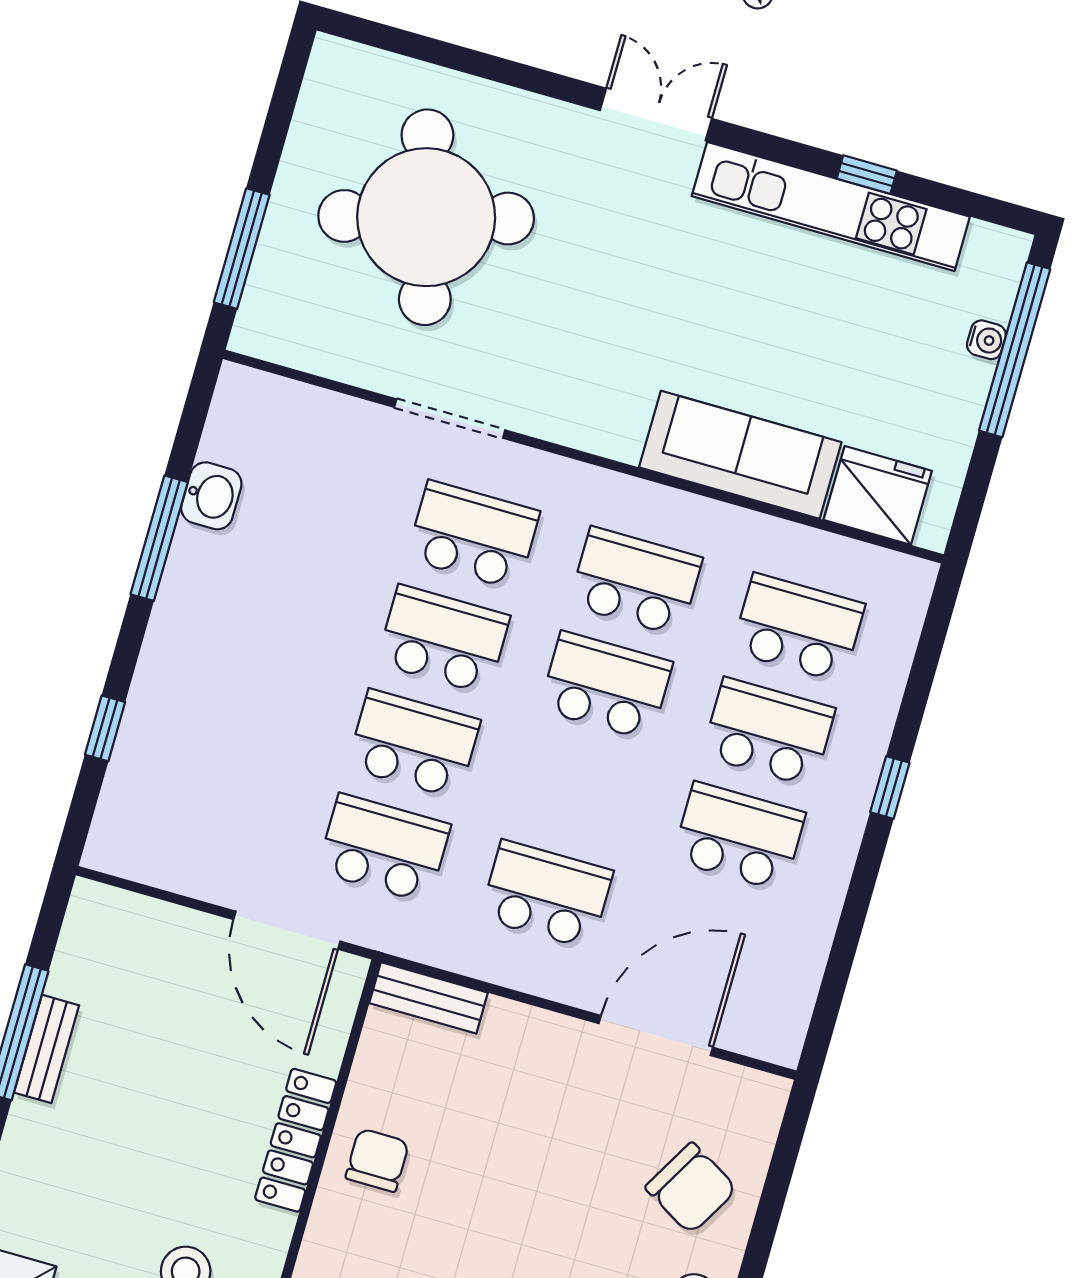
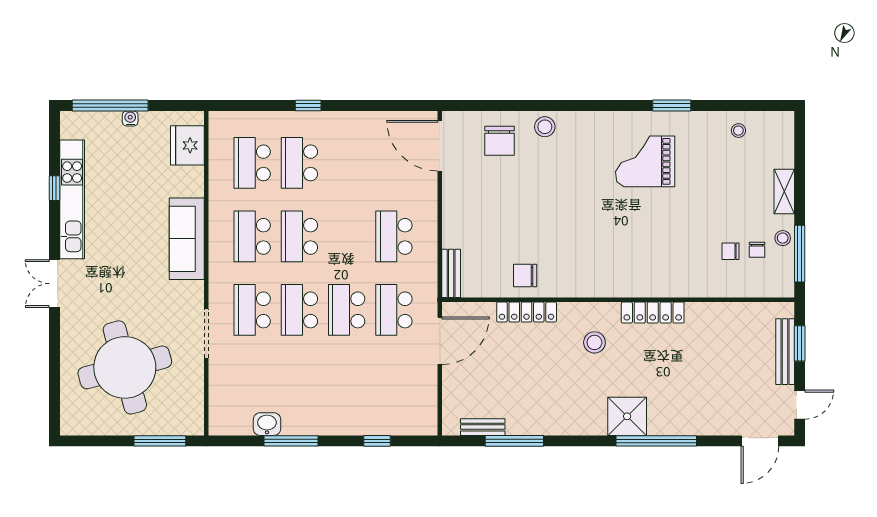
water cooler: (986, 340) -> (130, 118), moved
sofa: (740, 455) -> (187, 239), moved
school desk: (739, 836) -> (347, 163), removed
door: (656, 1035) -> (440, 146), moved
bench: (47, 1049) -> (483, 427), moved
chair: (691, 1188) -> (499, 141), turned 150

